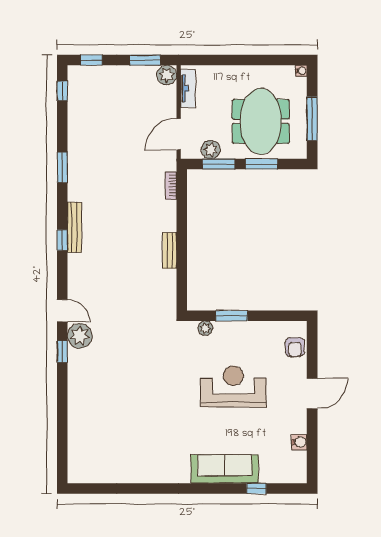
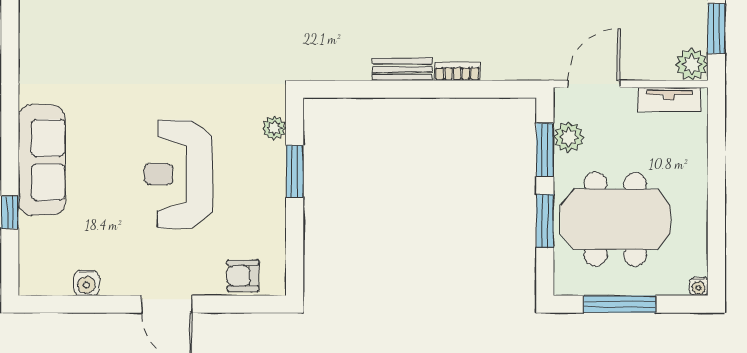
door: (179, 134) -> (594, 84), hinge flipped
bookcase: (171, 186) -> (457, 71), moved
reception desk: (233, 386) -> (178, 174), turned 180

